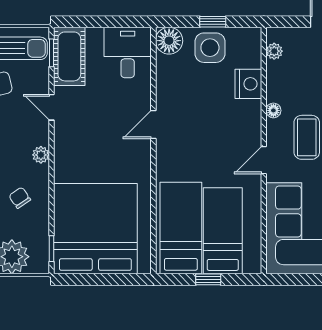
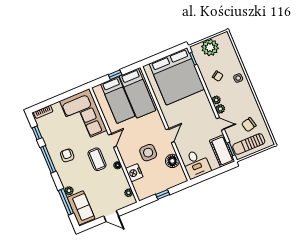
floor lamp: (169, 41) -> (172, 161), moved
side table: (210, 48) -> (148, 153), moved
plant: (40, 135) -> (220, 109), added

